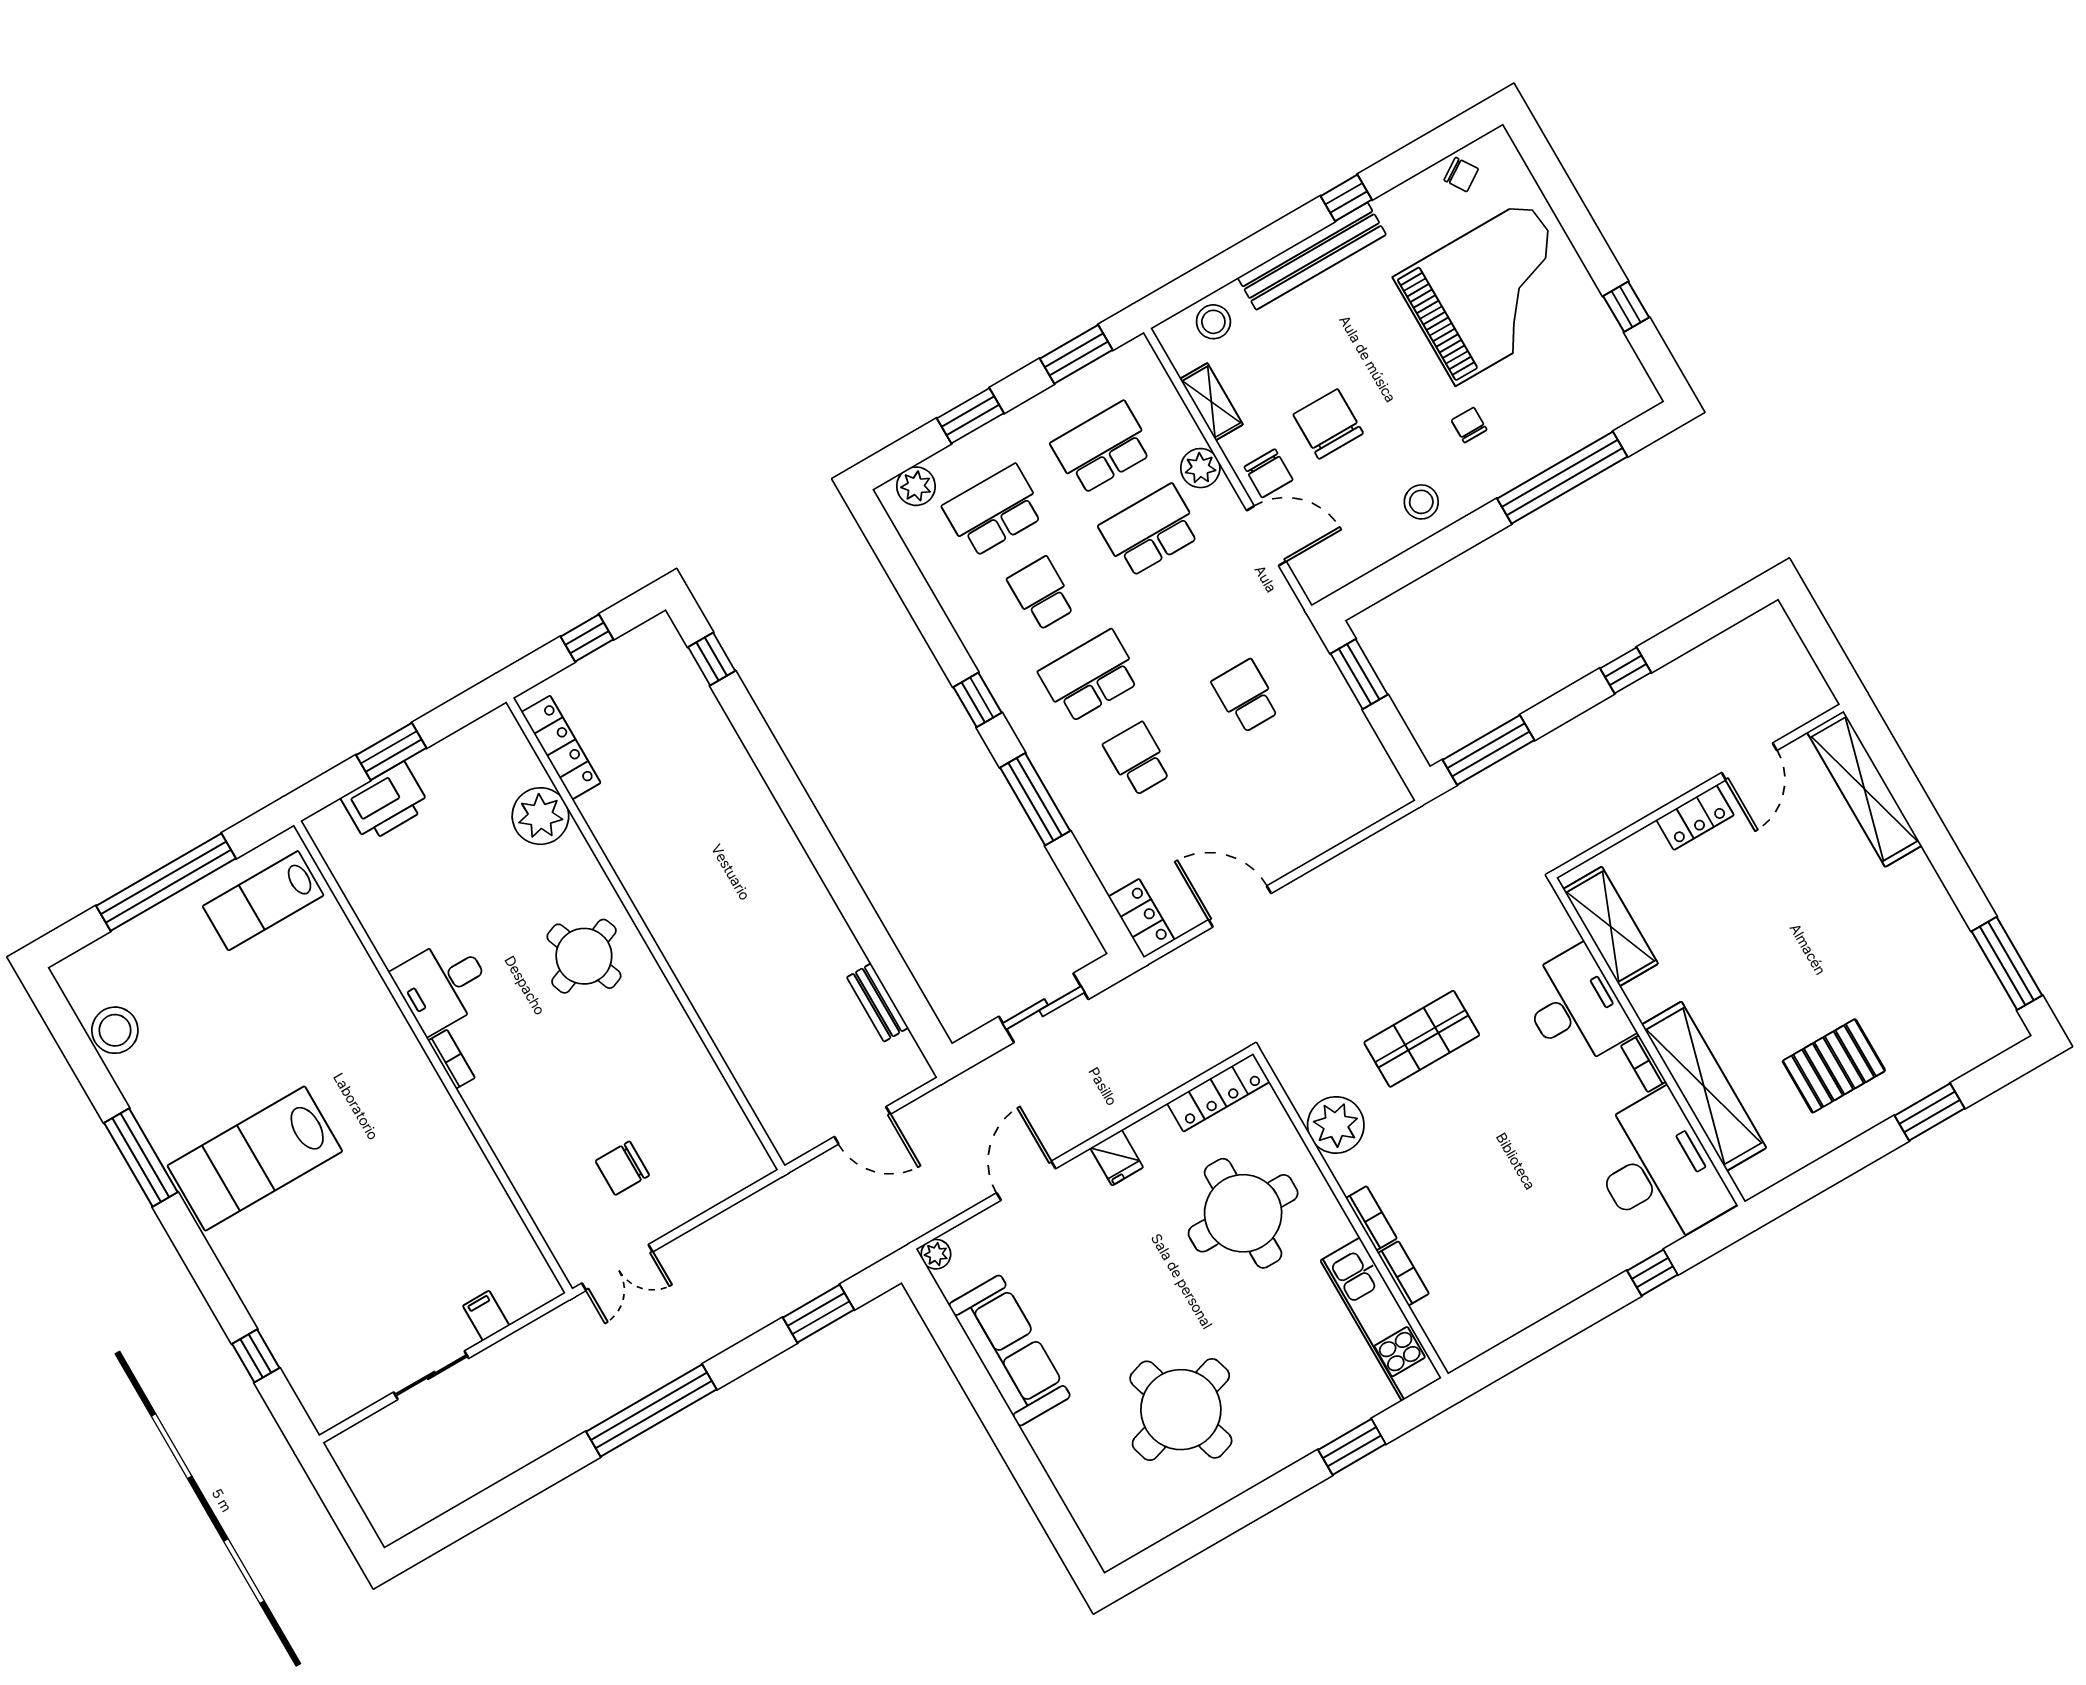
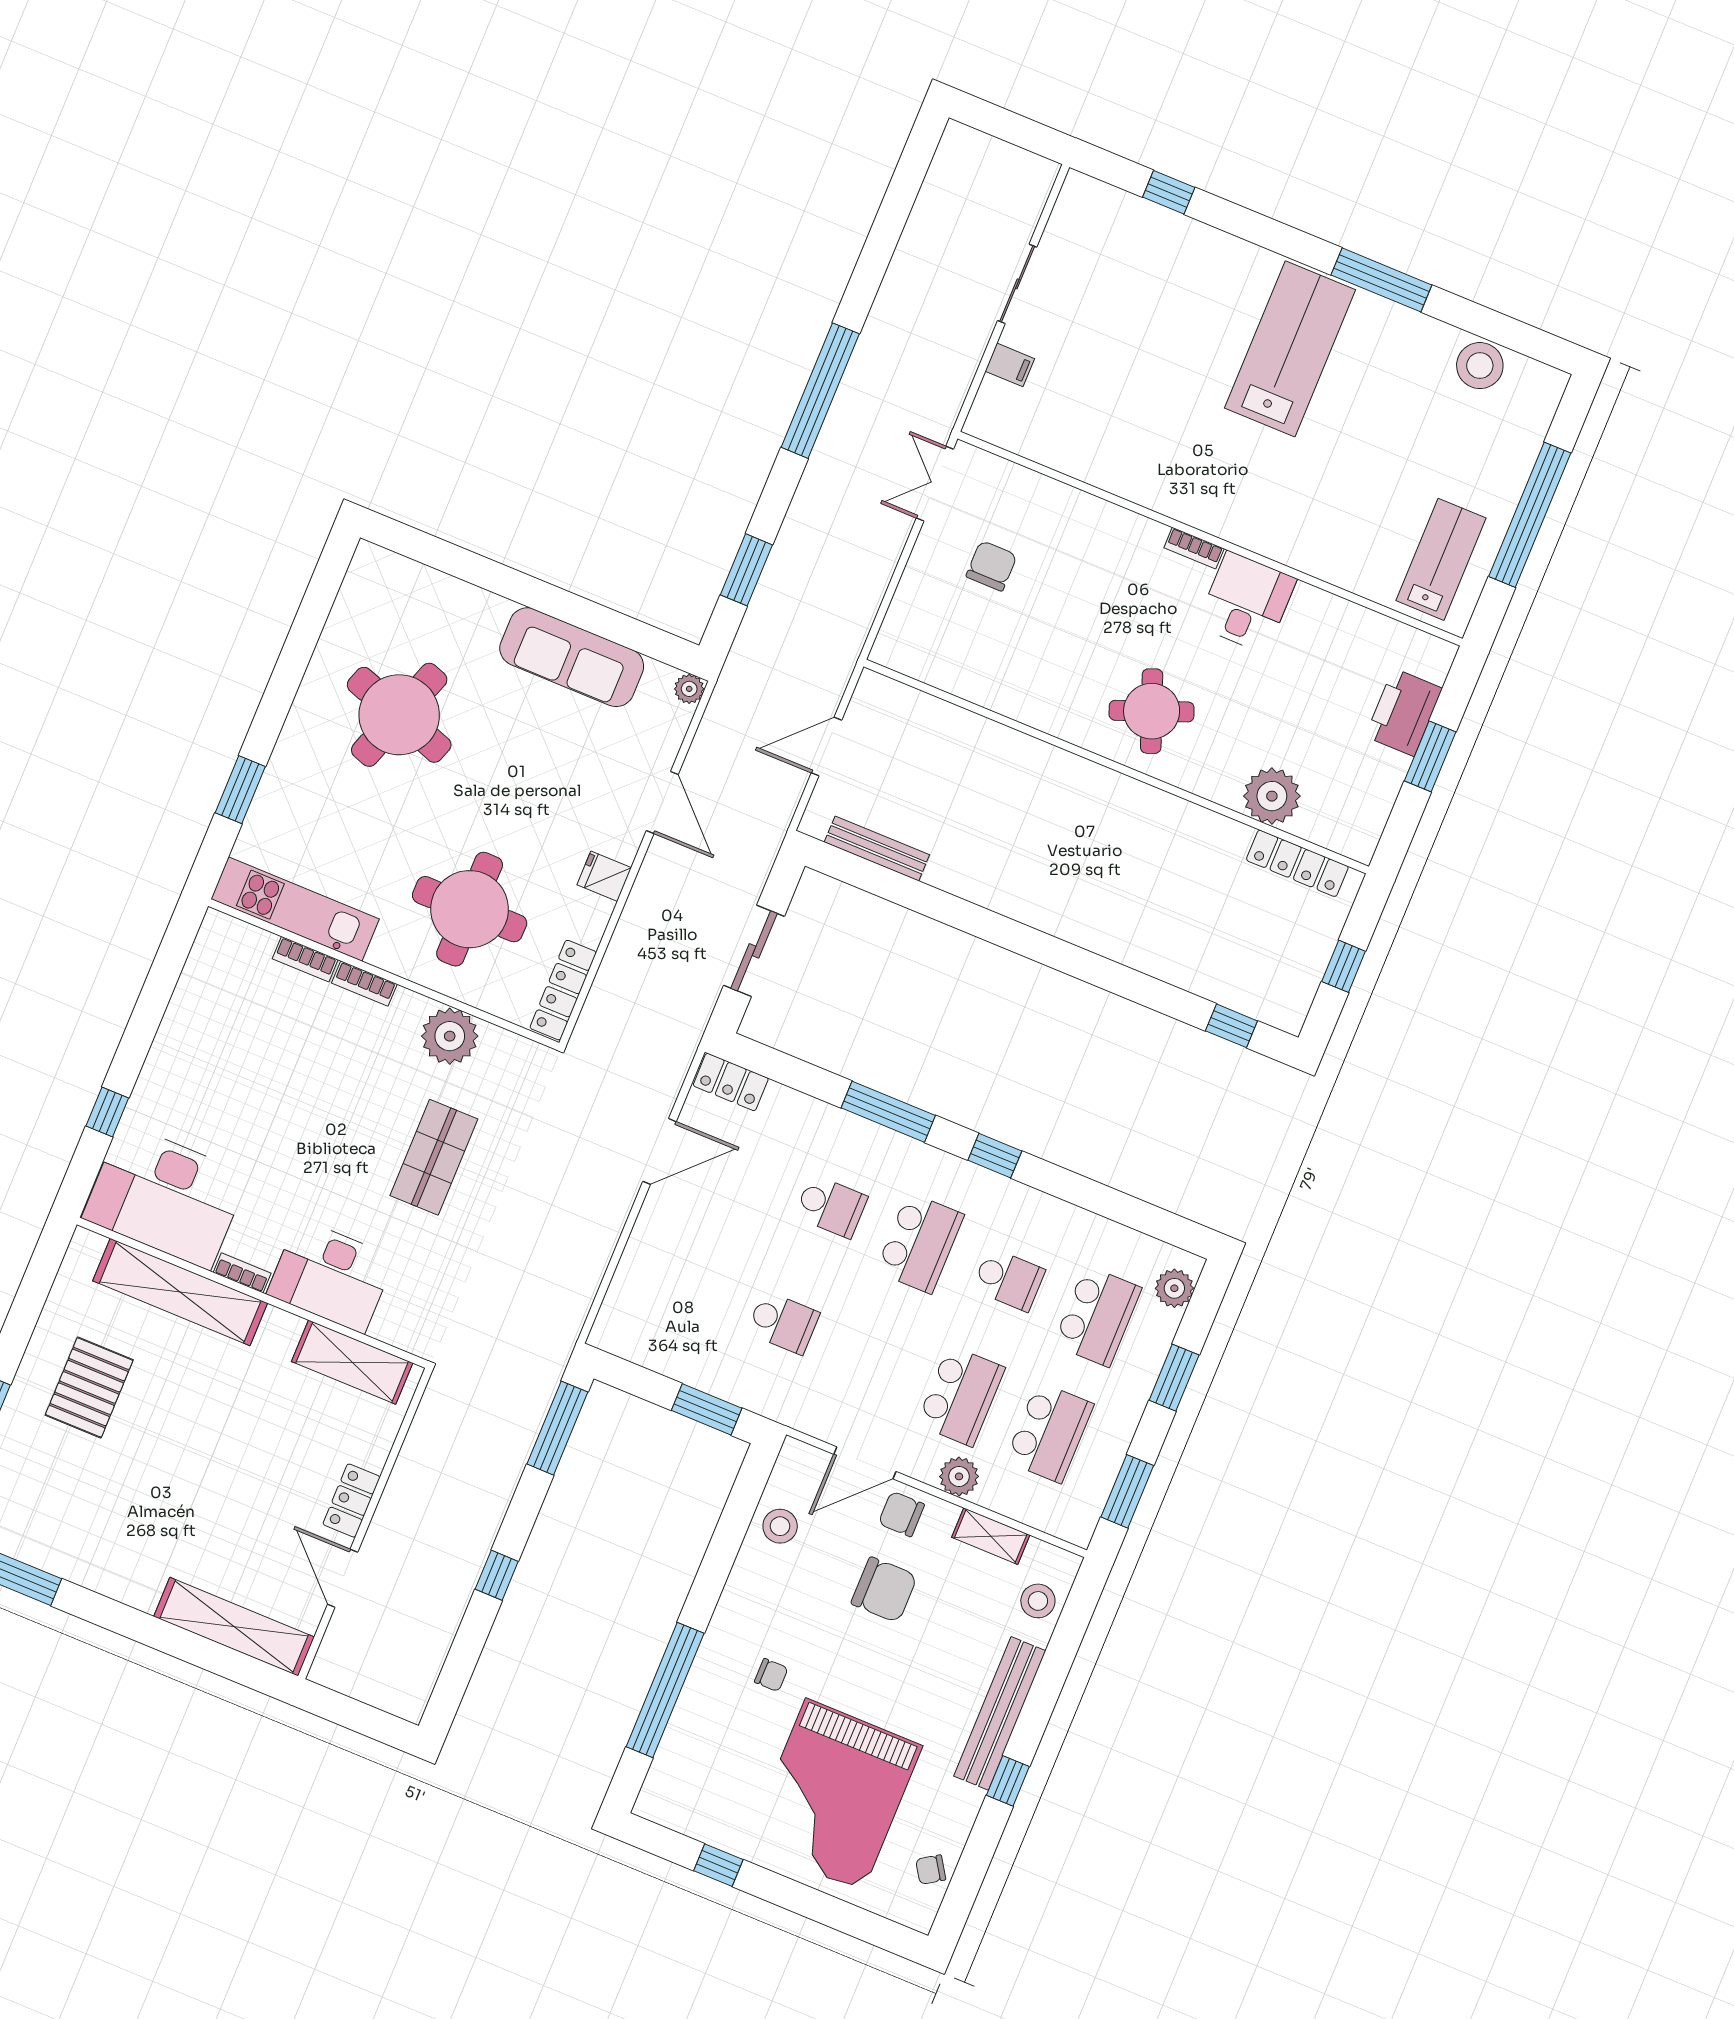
stool: (1421, 502) -> (780, 1526), moved
bench: (878, 1002) -> (877, 848), width x1.36
round table: (1181, 1410) -> (399, 715), turned 36

